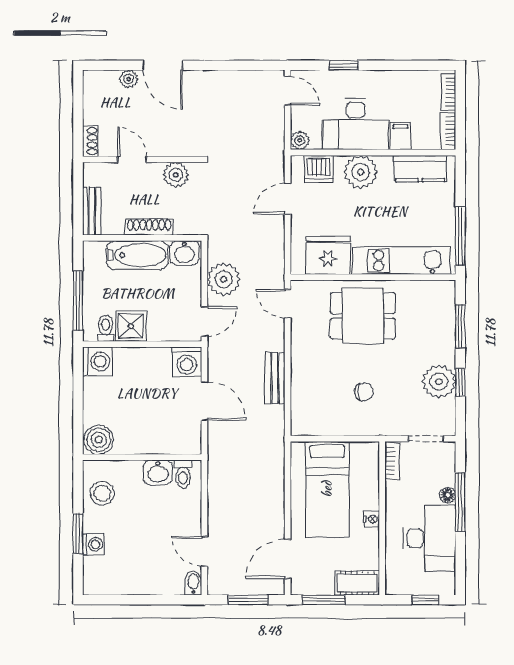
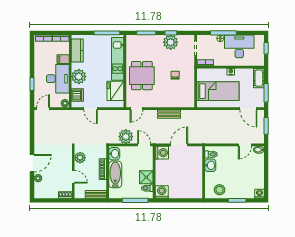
door: (132, 159) -> (73, 177), swing flipped
boiler: (99, 440) -> (196, 191), removed
washing machine: (93, 544) -> (260, 194), moved

